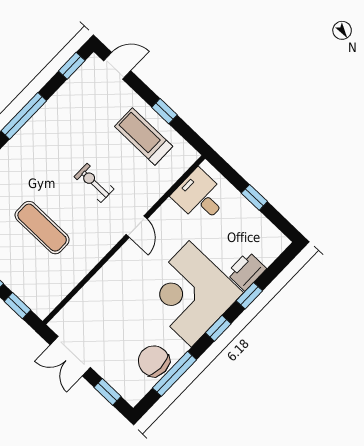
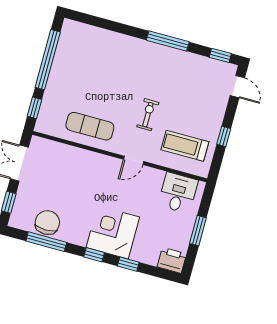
treadmill: (144, 136) -> (185, 146), moved, turned -90
window: (254, 197) -> (198, 231), width x1.50
exercise mat: (42, 228) -> (90, 126), moved, turned 90
printer: (246, 271) -> (172, 260), moved
corner desk: (190, 294) -> (113, 232), width x0.74, depth x0.74

